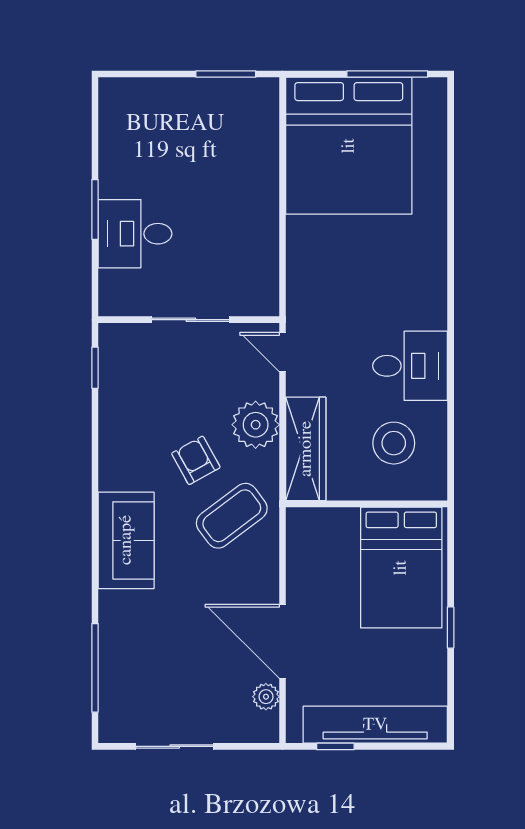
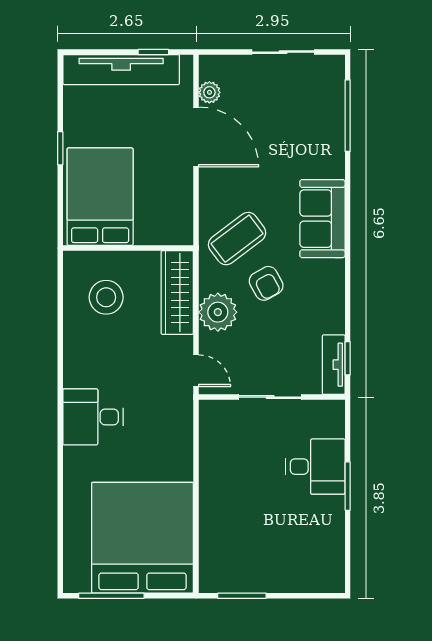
tv unit: (112, 360) -> (334, 365), added
desk: (410, 366) -> (93, 417), moved

